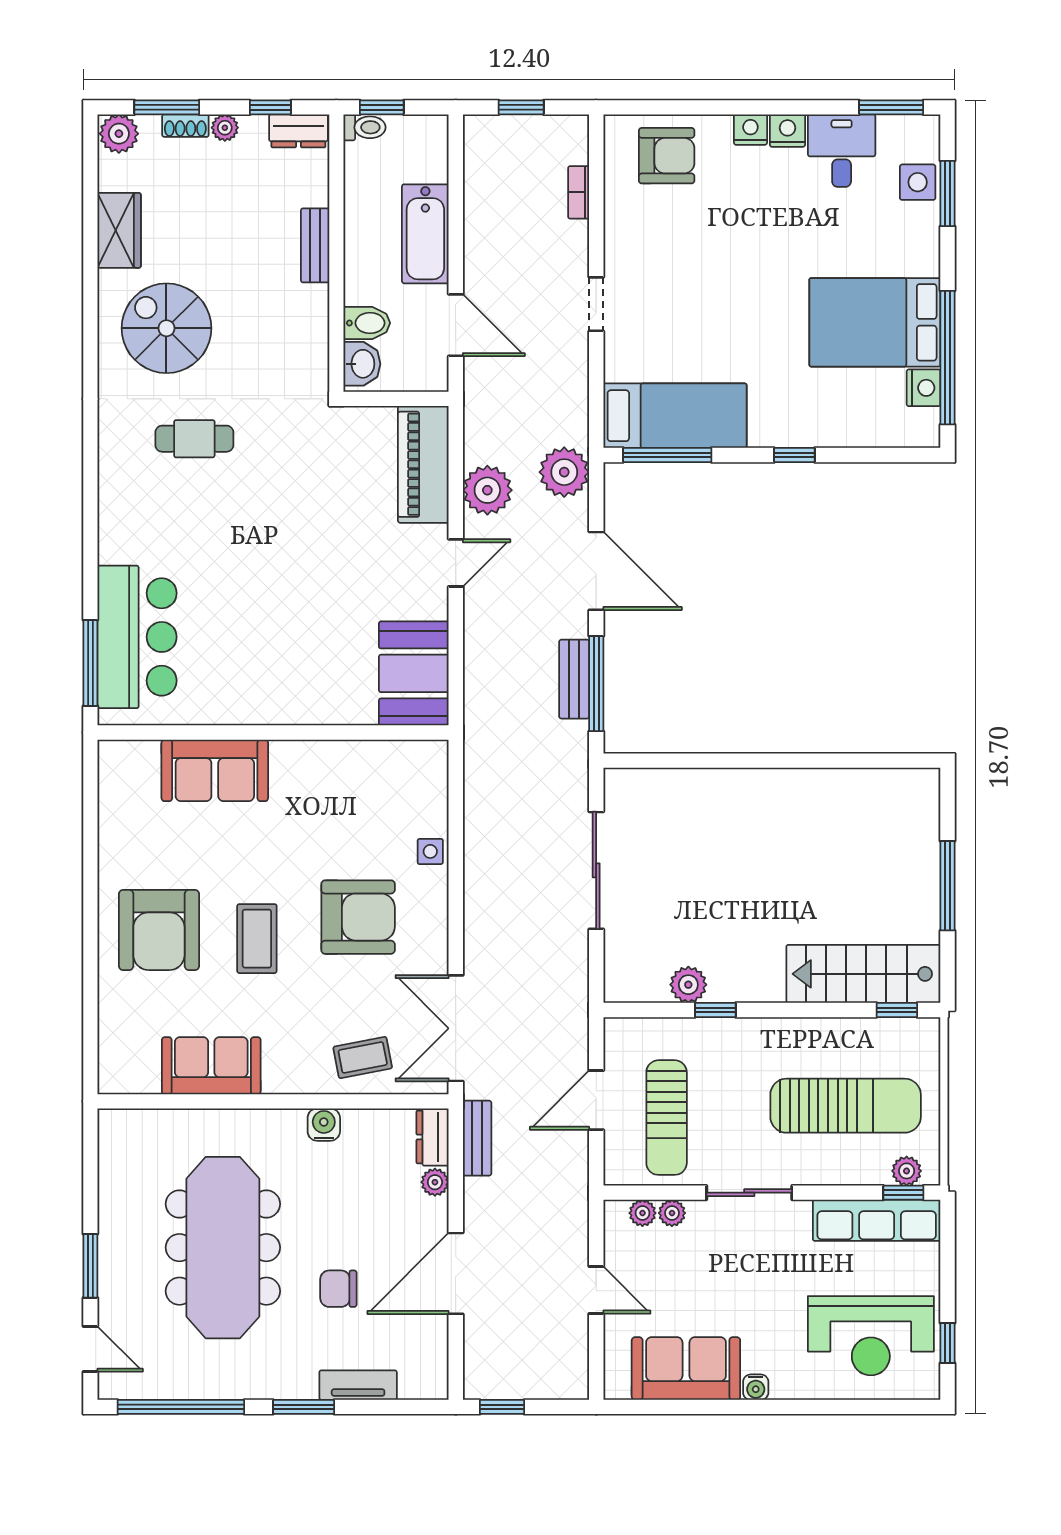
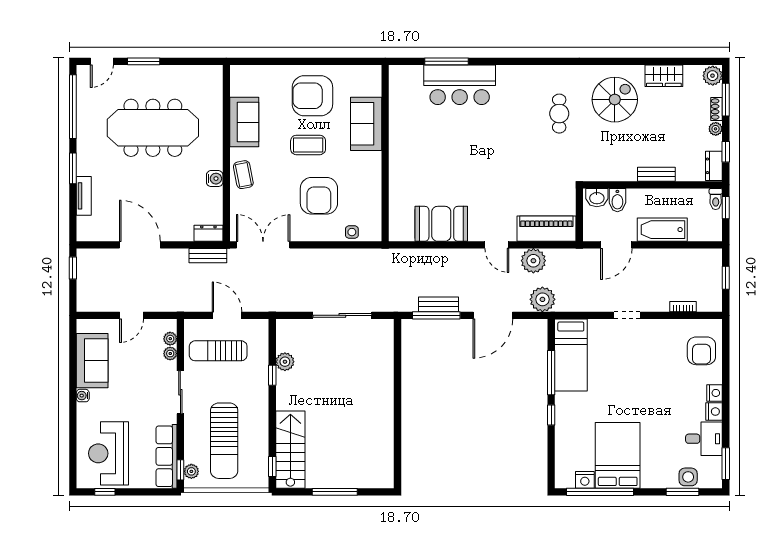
window: (667, 455) -> (551, 373), moved
wall: (273, 733) -> (385, 153), moved
sofa: (215, 770) -> (366, 124), moved
coffee table: (363, 1058) -> (243, 175), moved
plant: (435, 1182) -> (186, 234), removed
chair: (338, 1289) -> (132, 186), removed

